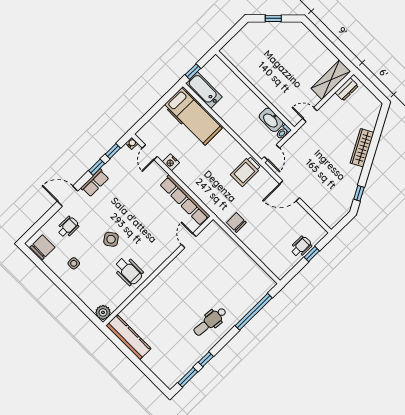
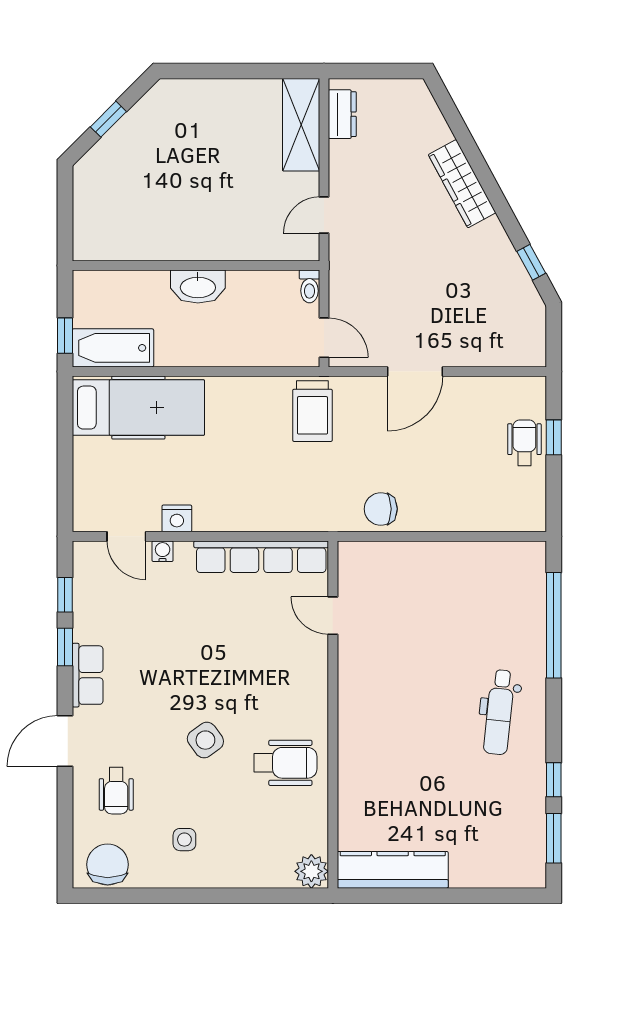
washbasin: (271, 120) -> (198, 287), moved
water cooler: (132, 143) -> (163, 551), moved
wheelchair: (68, 227) -> (116, 791), turned 180

